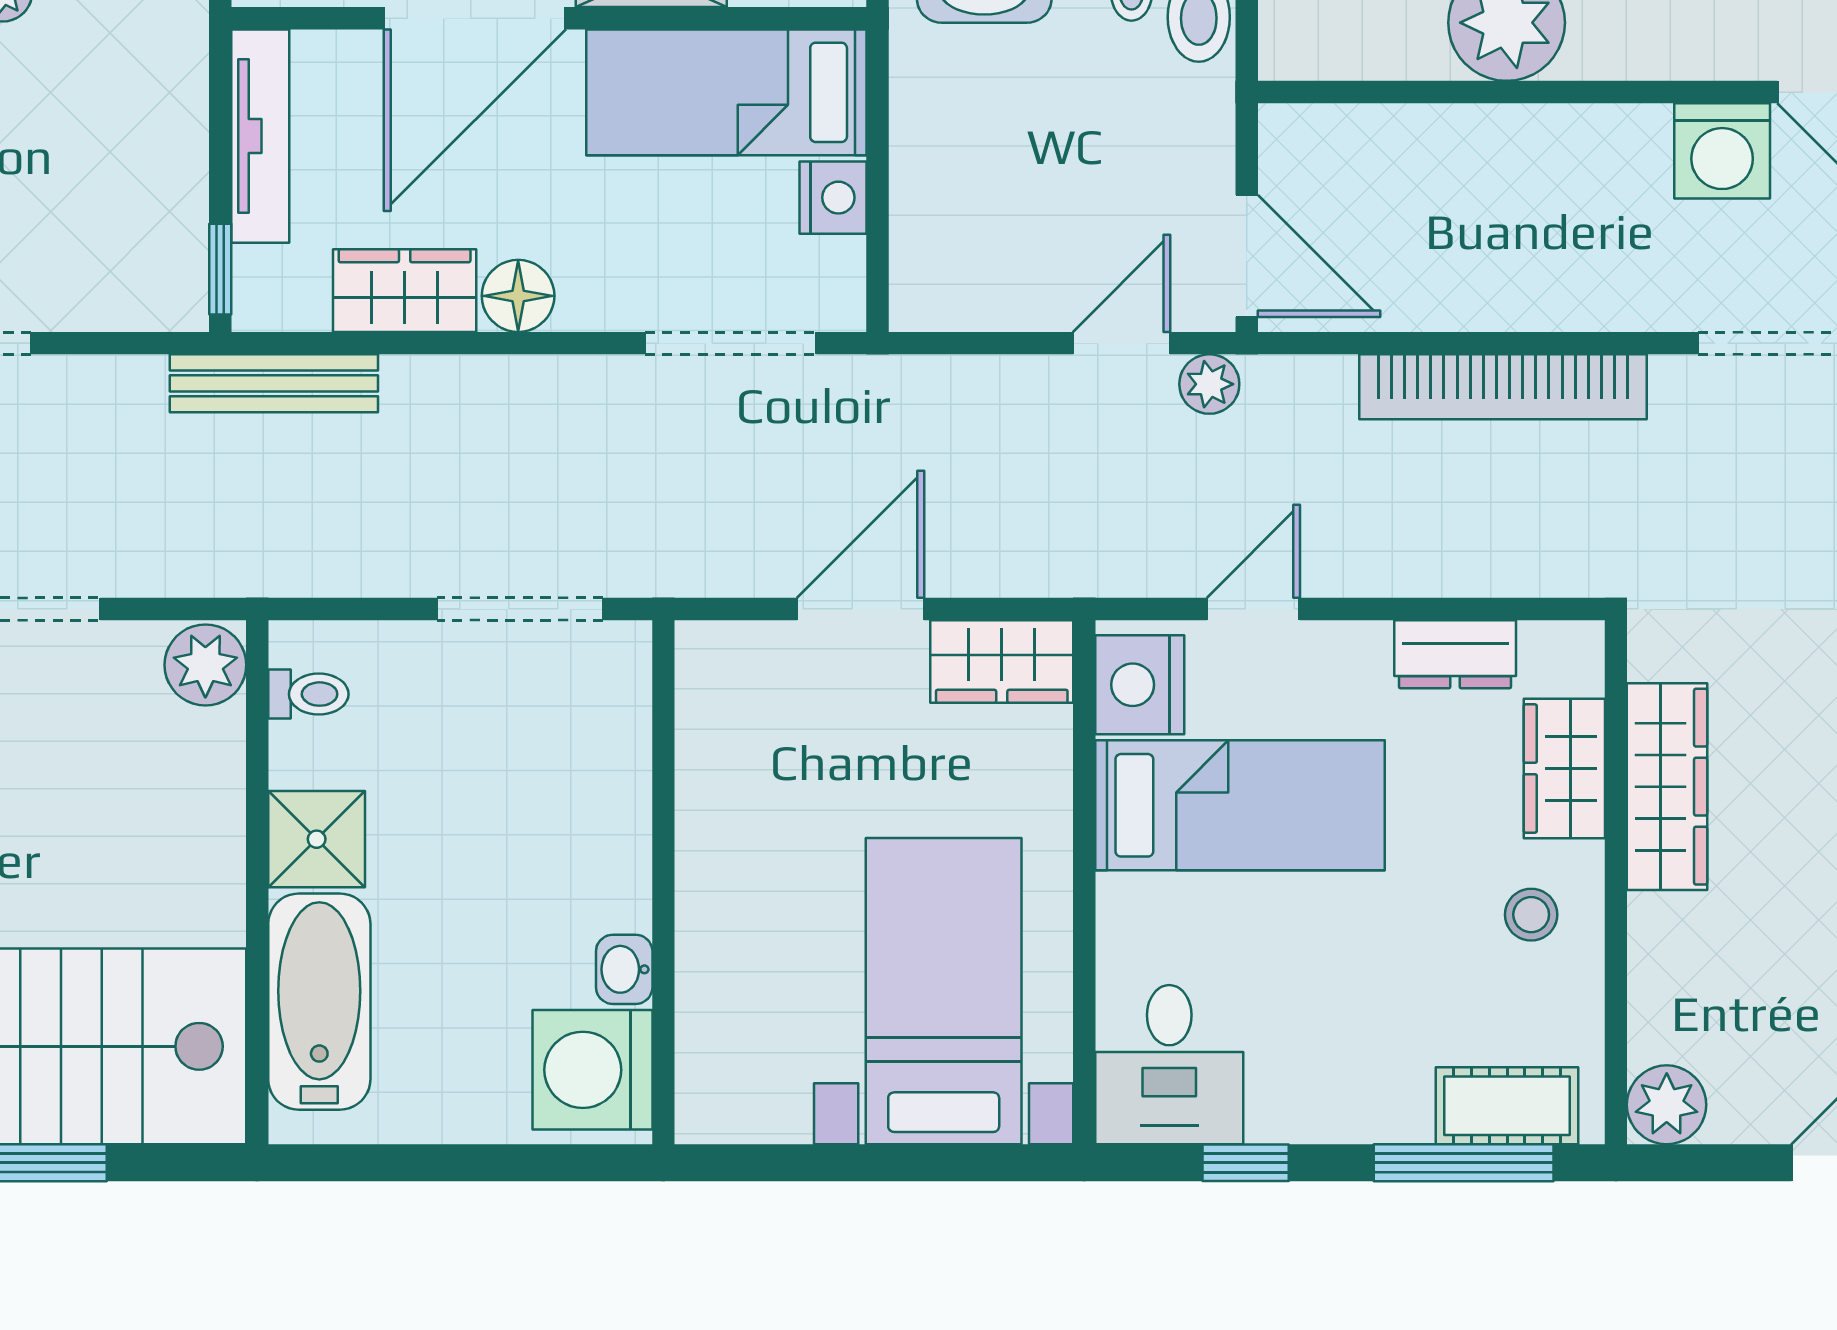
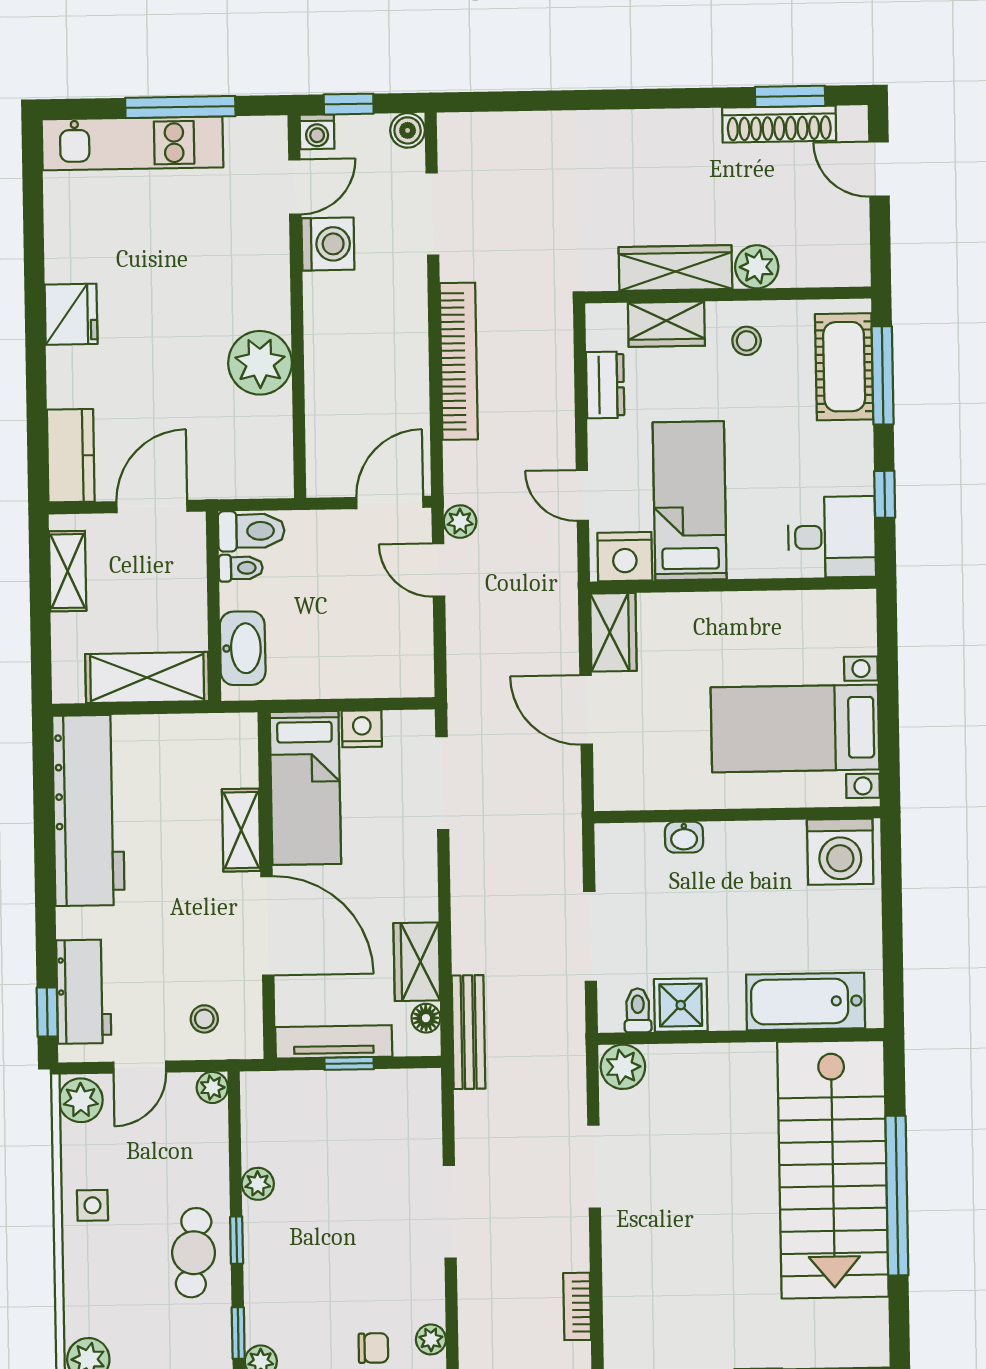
window: (220, 269) -> (349, 1063), moved
floor lamp: (518, 296) -> (426, 1018), moved, width x0.73, depth x0.73
doorway: (520, 609) -> (590, 936), moved
shower: (317, 839) -> (681, 1005), moved
washbasin: (624, 969) -> (684, 837), moved
bed with nightstands: (944, 991) -> (795, 728), moved
plant: (1667, 1105) -> (757, 267), moved
cot: (1507, 1106) -> (844, 367), width x1.37, depth x1.34

